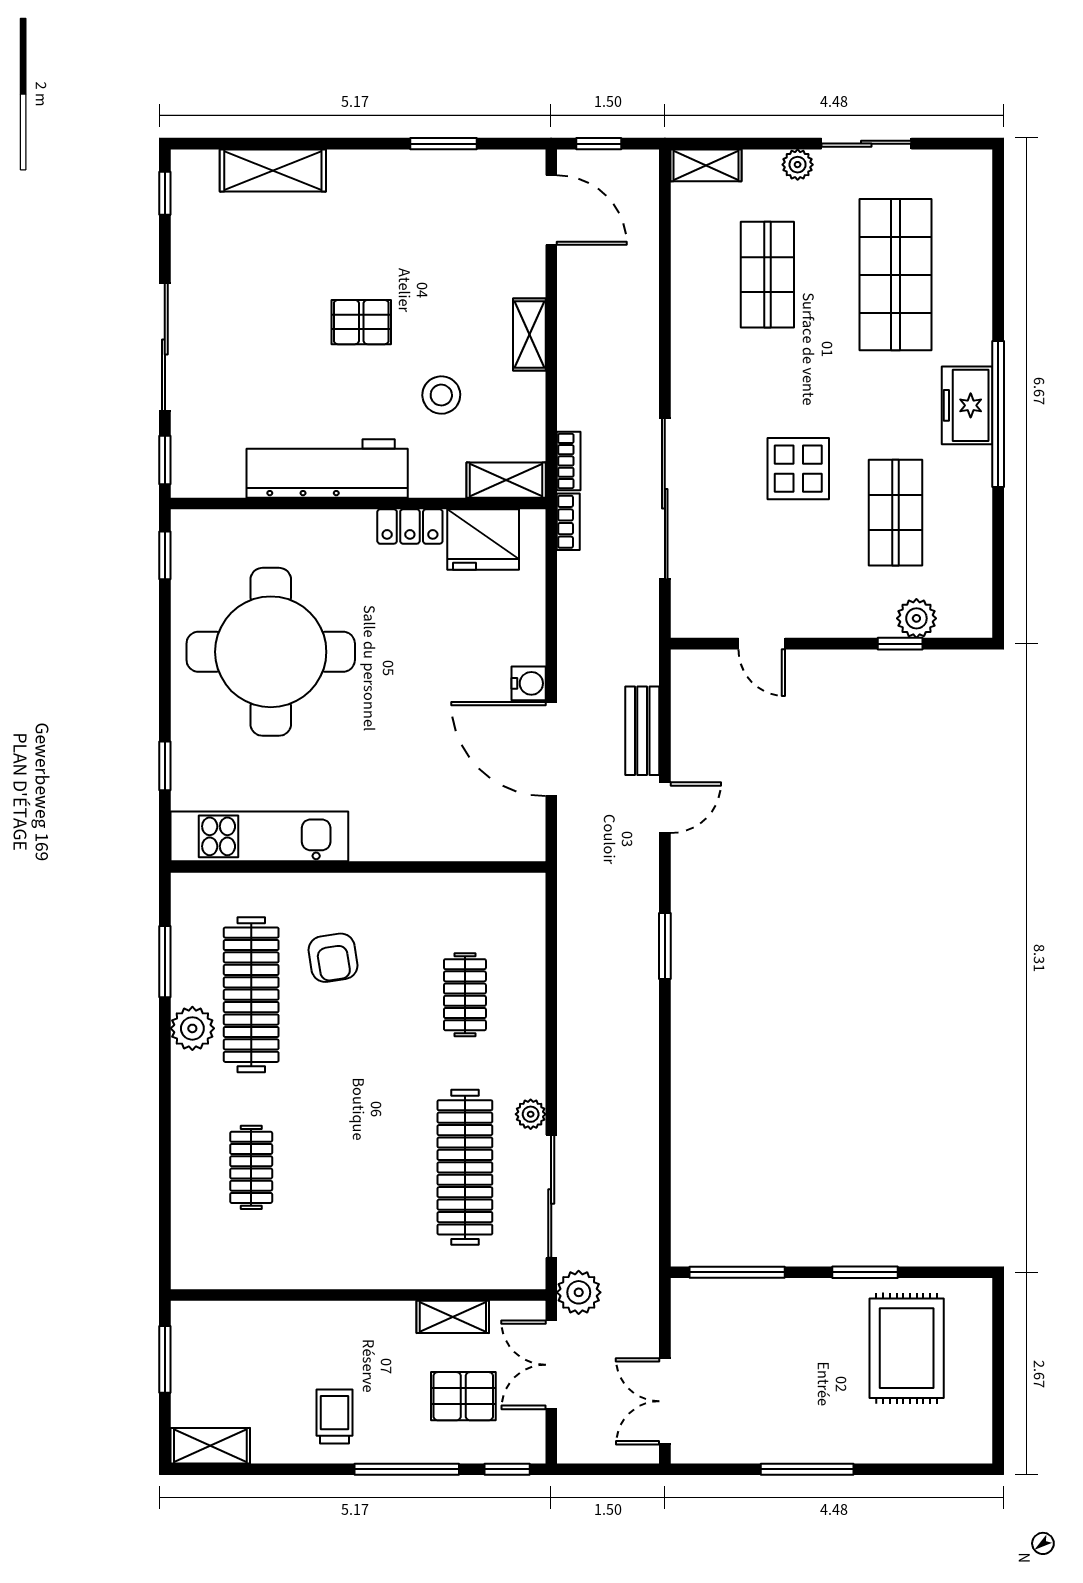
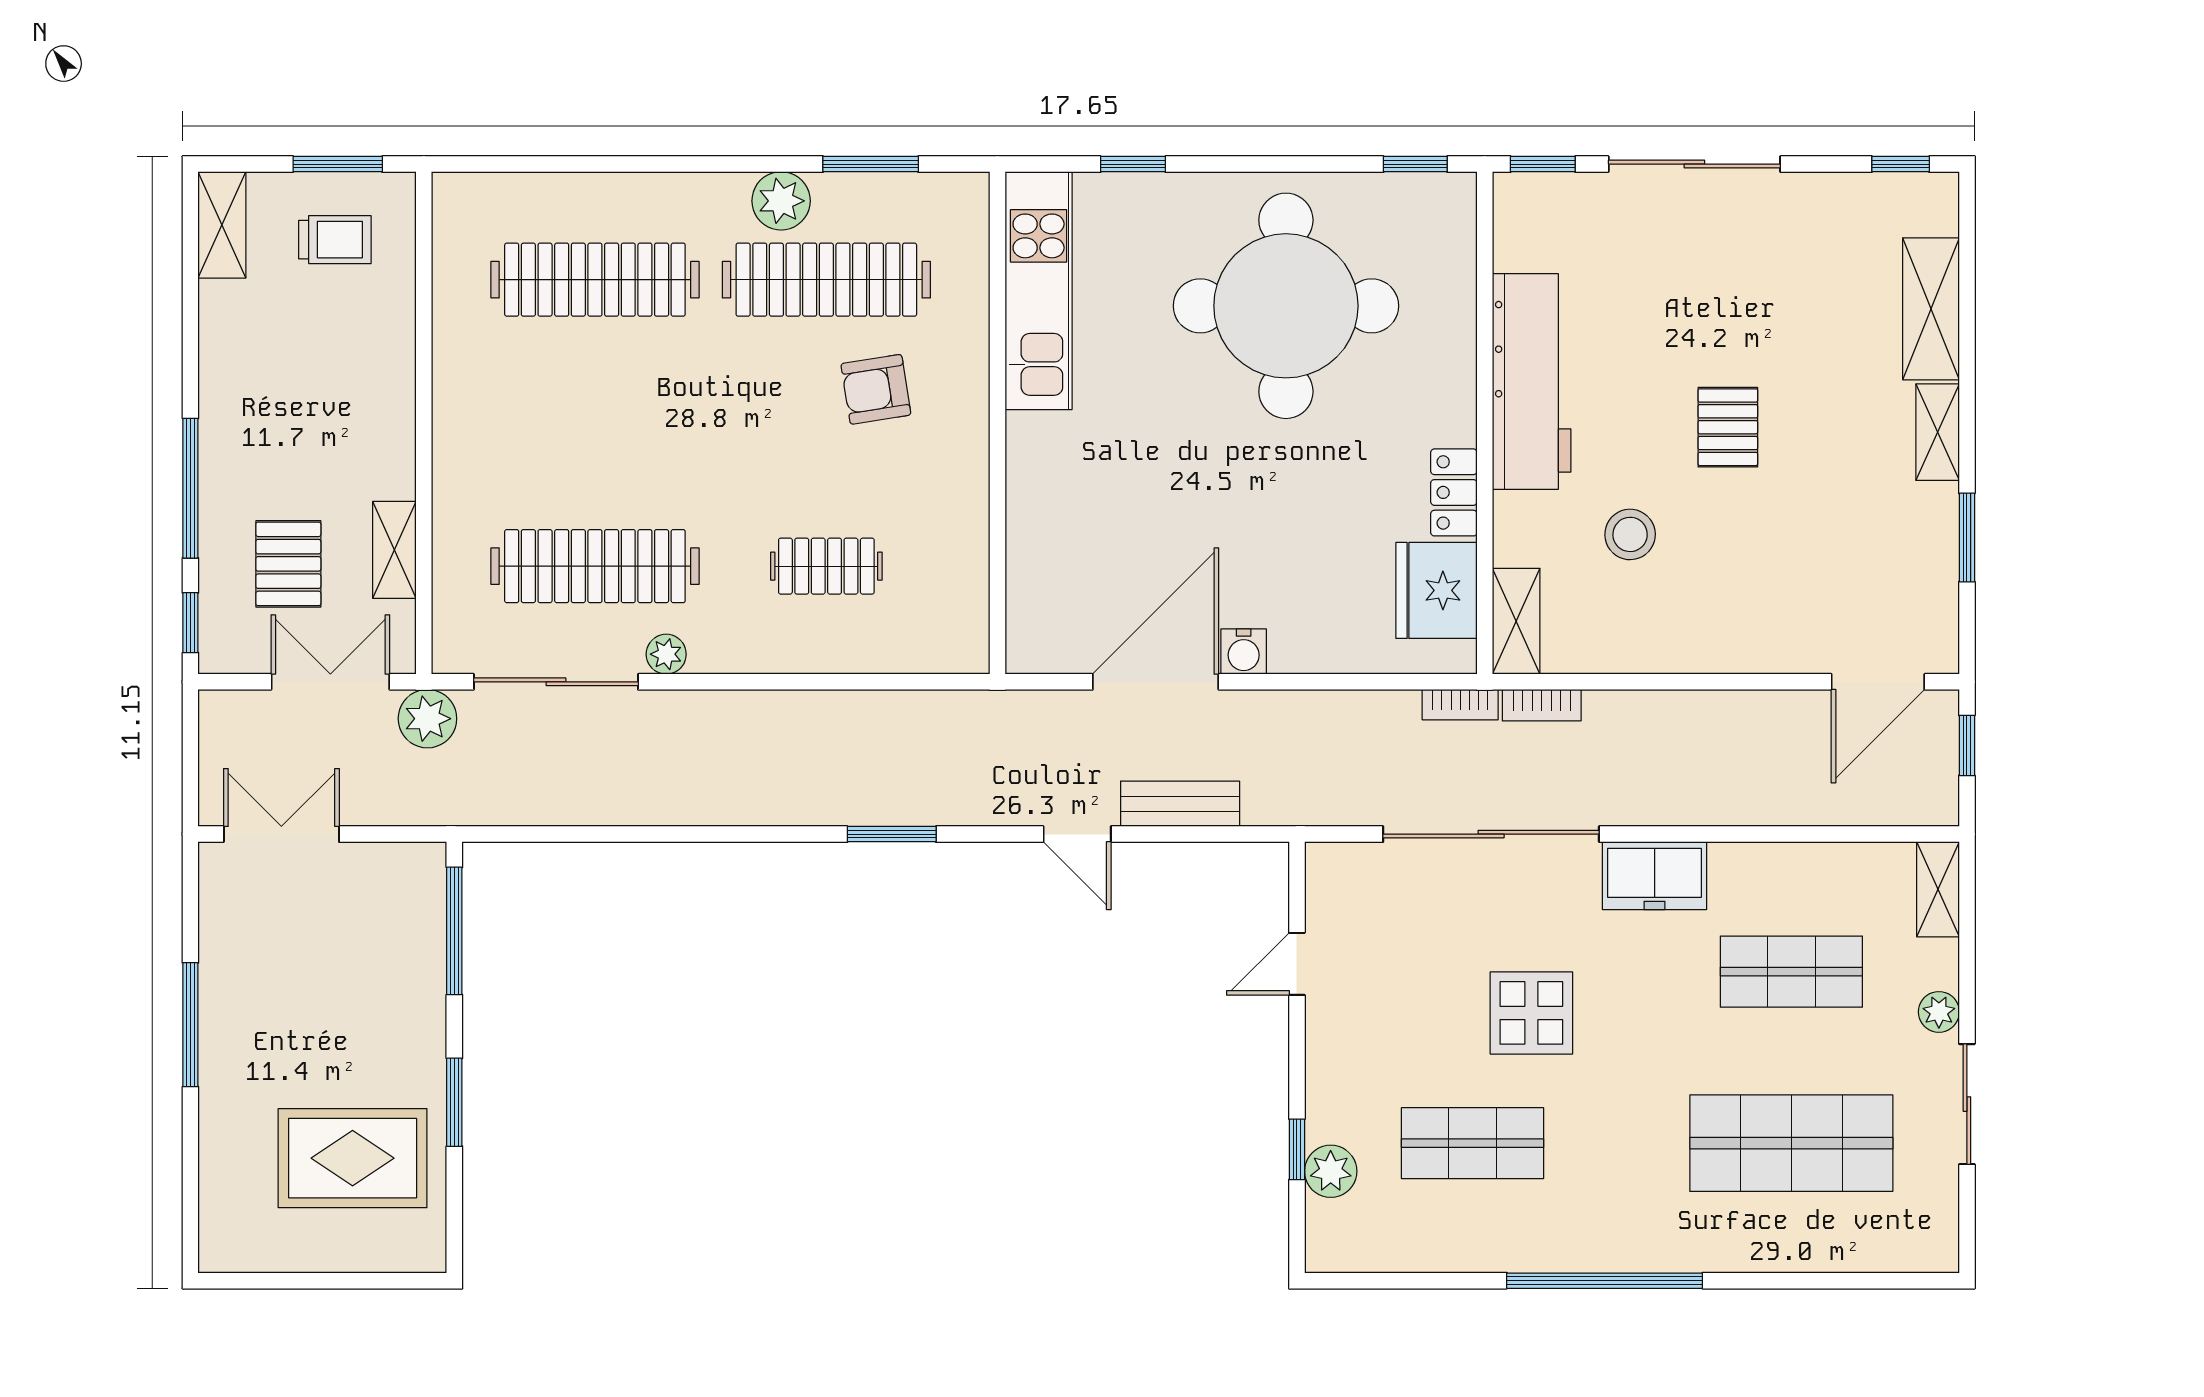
shelving: (529, 334) -> (1938, 432), moved, turned 90
freezer: (967, 405) -> (1655, 876), moved, turned 180
clothes rail: (251, 1167) -> (595, 280), width x1.86, depth x1.31
trolley: (335, 1417) -> (335, 240), moved

